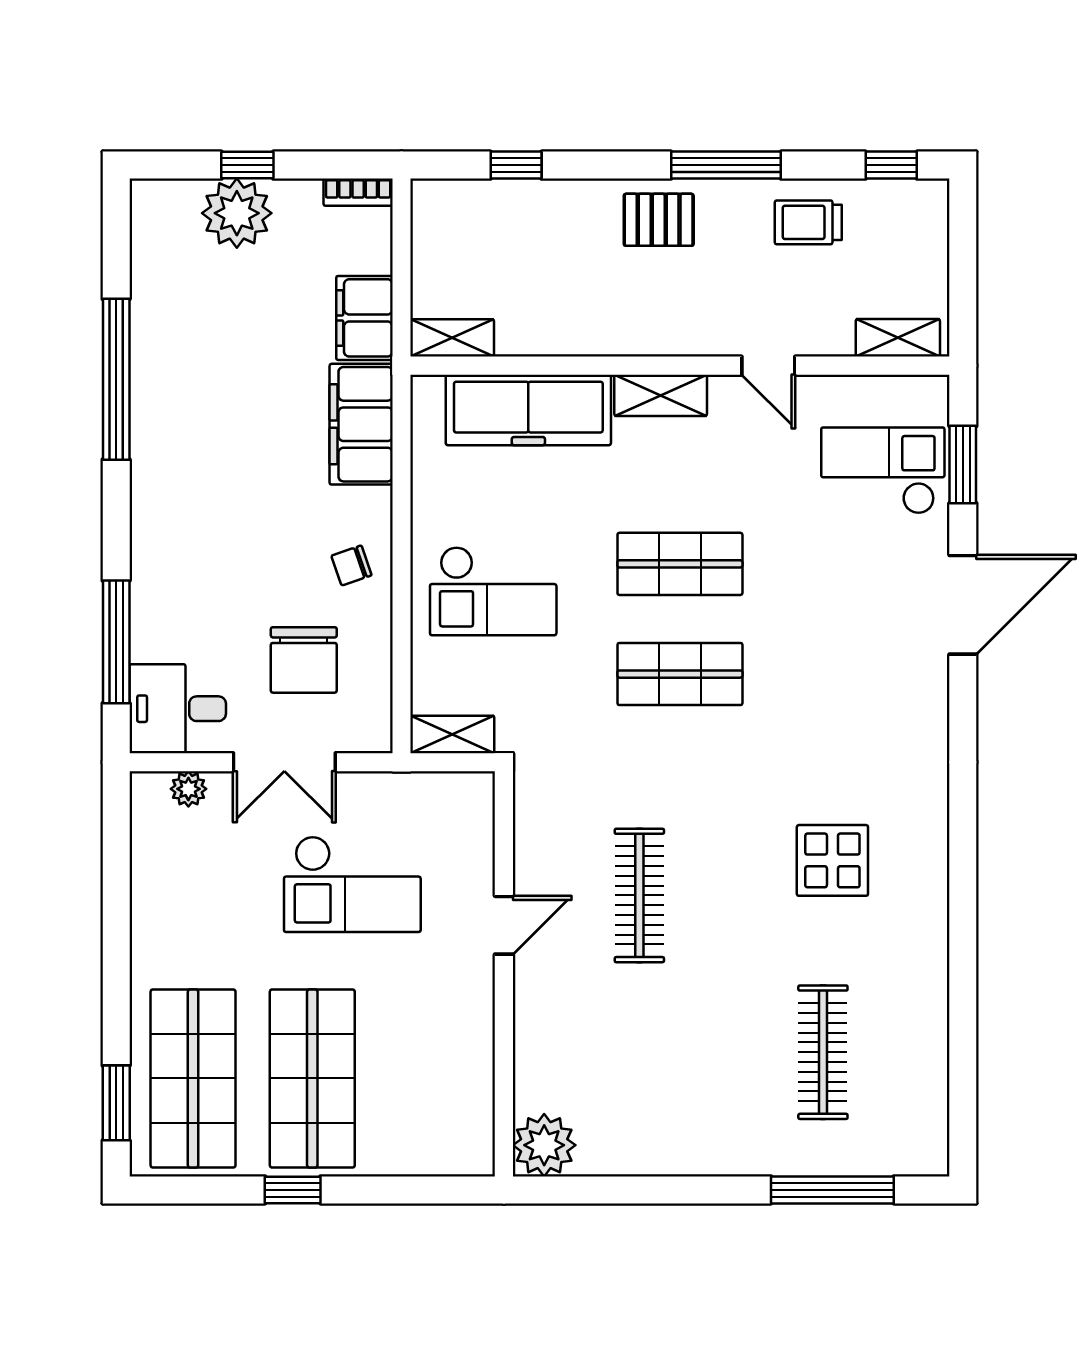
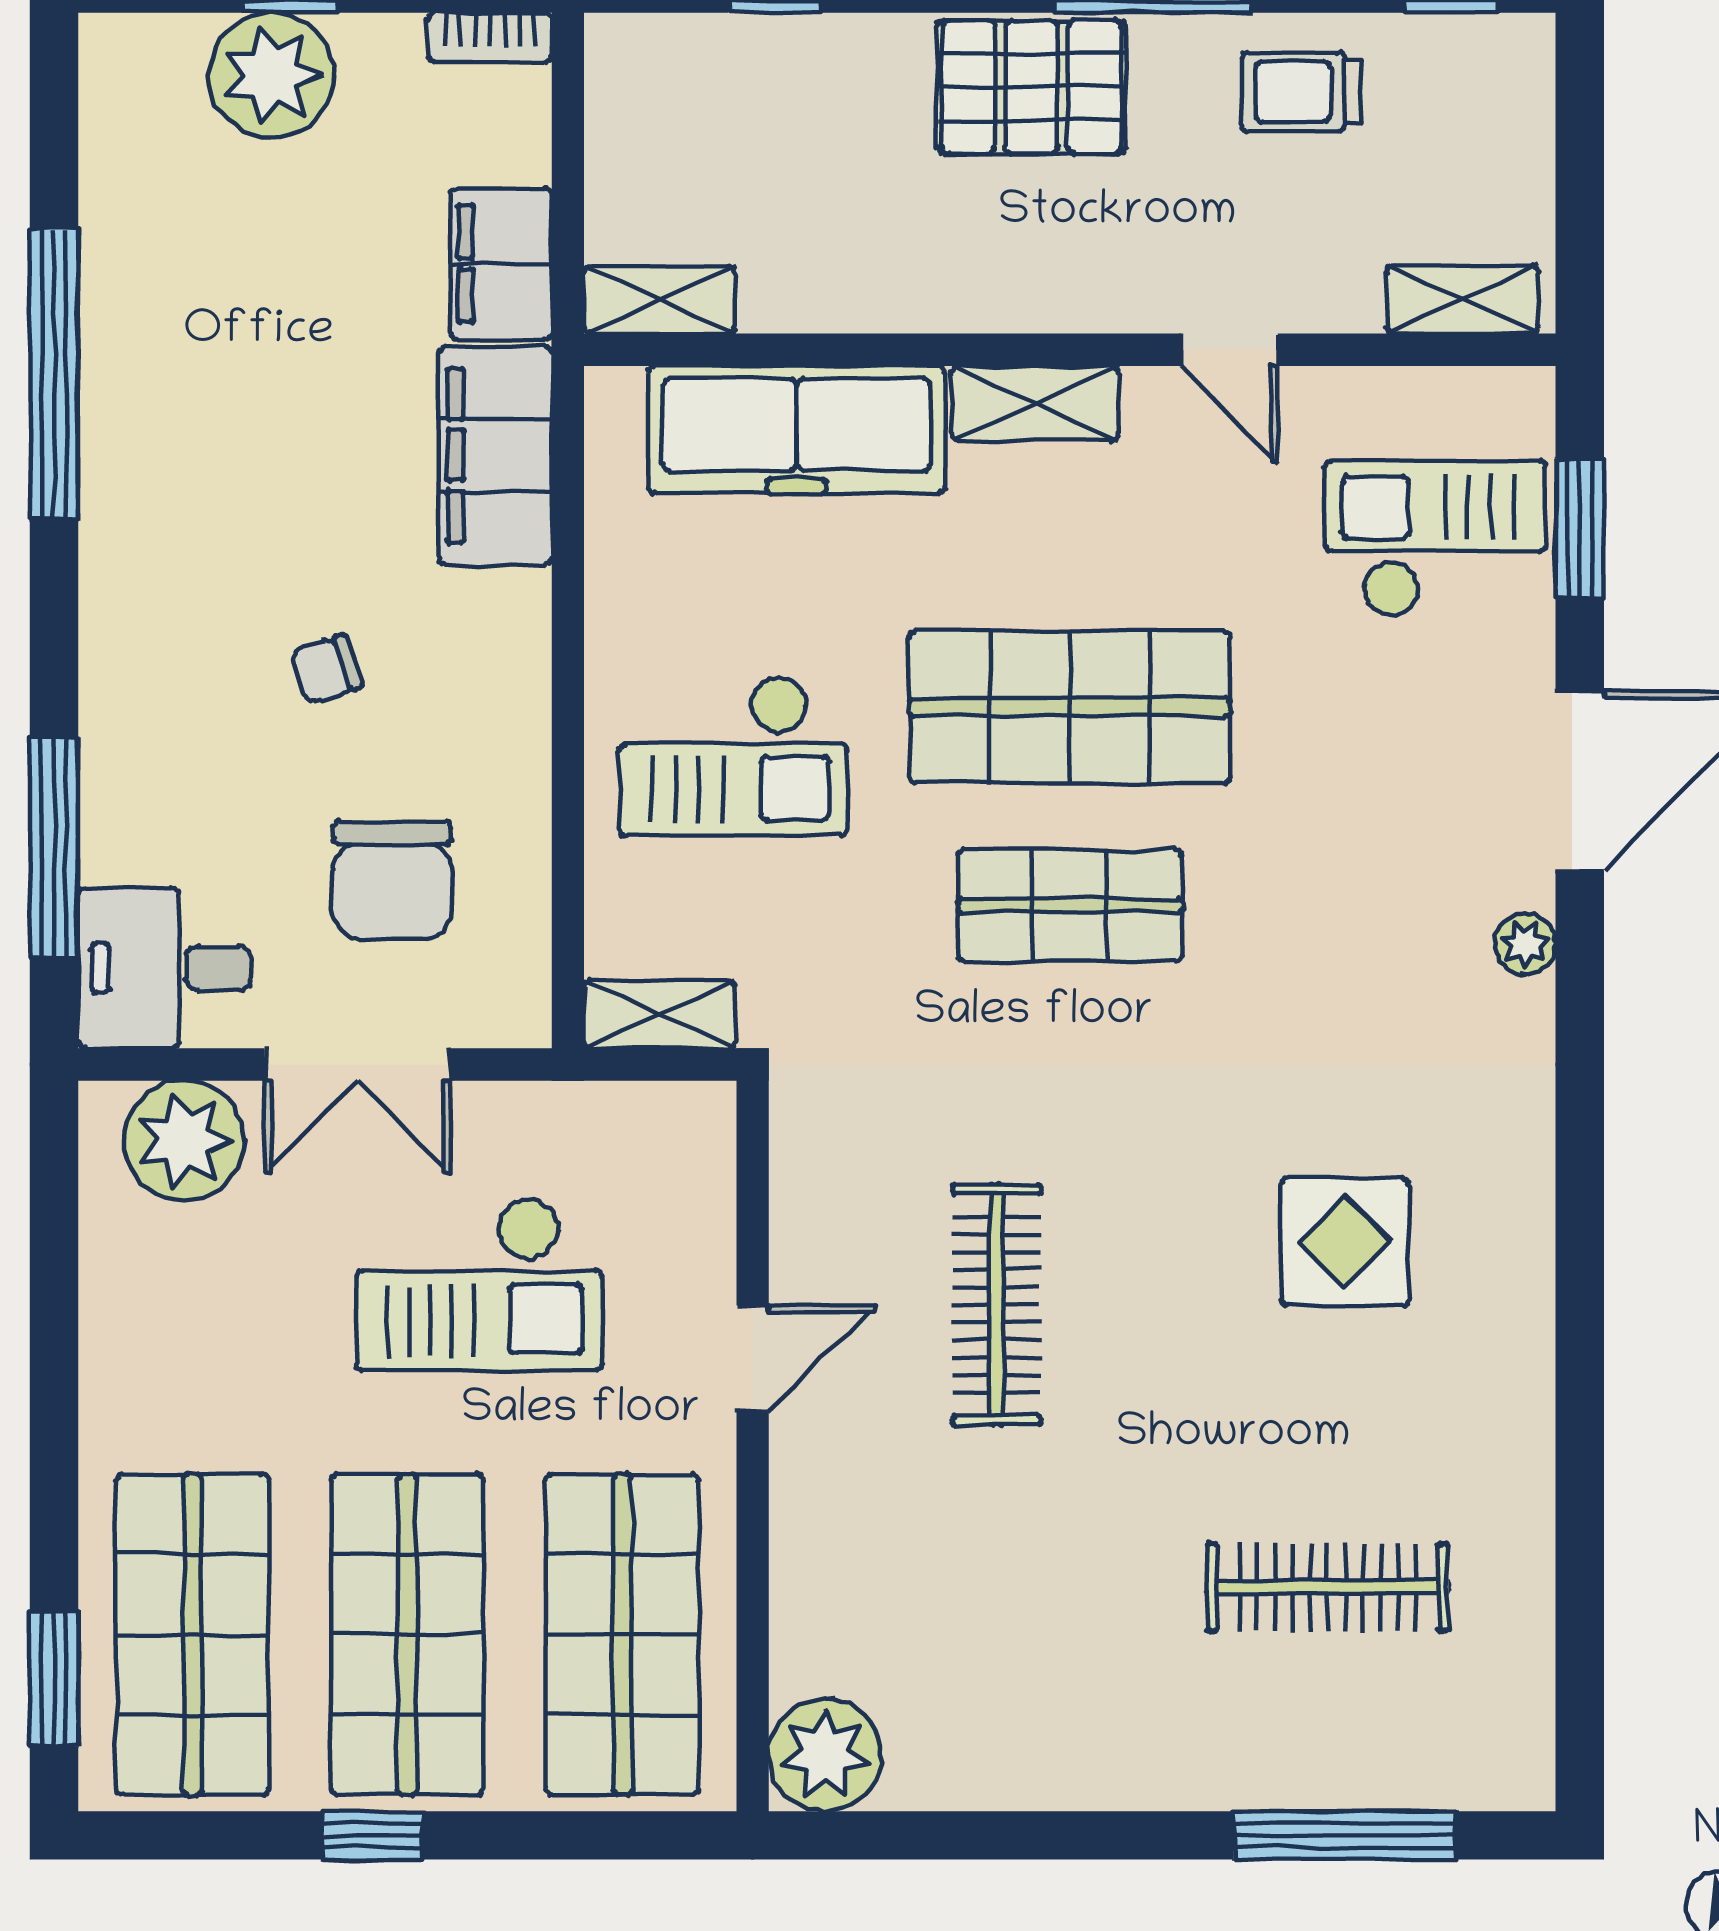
pallet: (659, 220) -> (1032, 87), width x1.50, depth x1.42
shop shelf: (680, 564) -> (1070, 707), width x1.43, depth x1.36
chair: (351, 565) -> (327, 669), moved
plant: (933, 695) -> (1525, 944), added
plant: (188, 789) -> (184, 1141), width x1.88, depth x1.88
clothes rail: (823, 1052) -> (1328, 1587), turned 90
shop shelf: (432, 1078) -> (622, 1635), added

